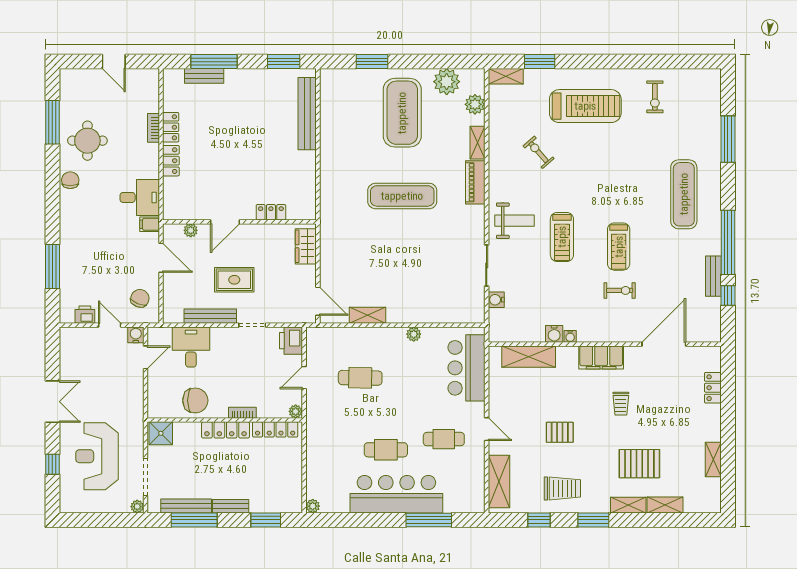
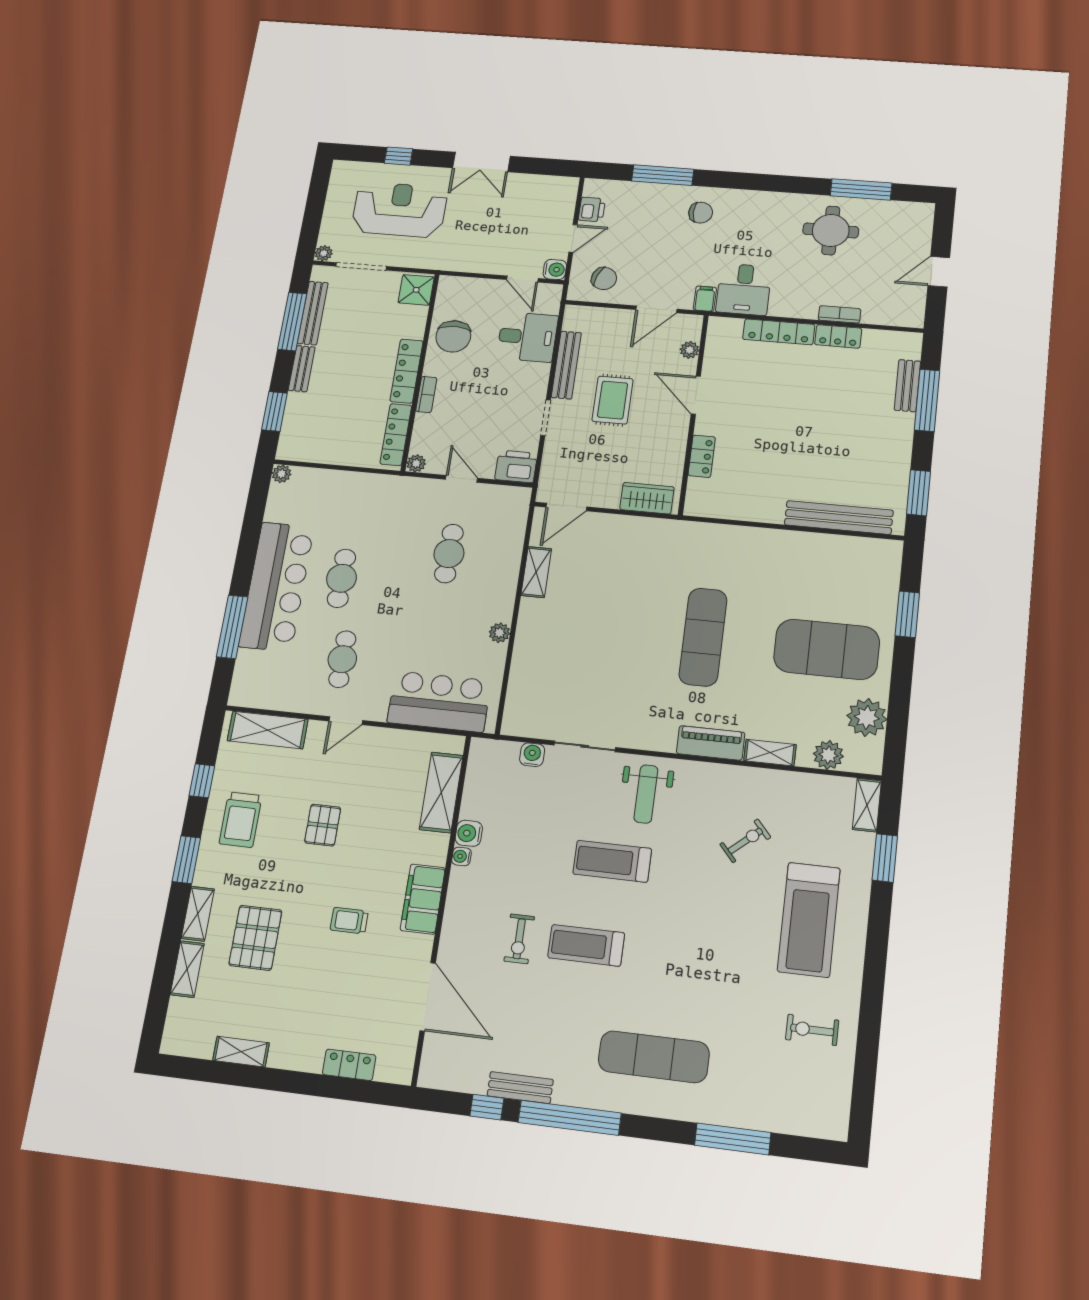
locker: (171, 161) -> (779, 332), width x1.53
chair: (70, 180) -> (701, 213), moved

